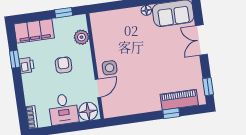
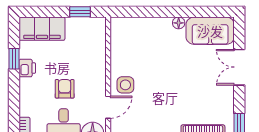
plant: (81, 37) -> (97, 44), removed
armchair: (64, 65) -> (65, 89), moved

